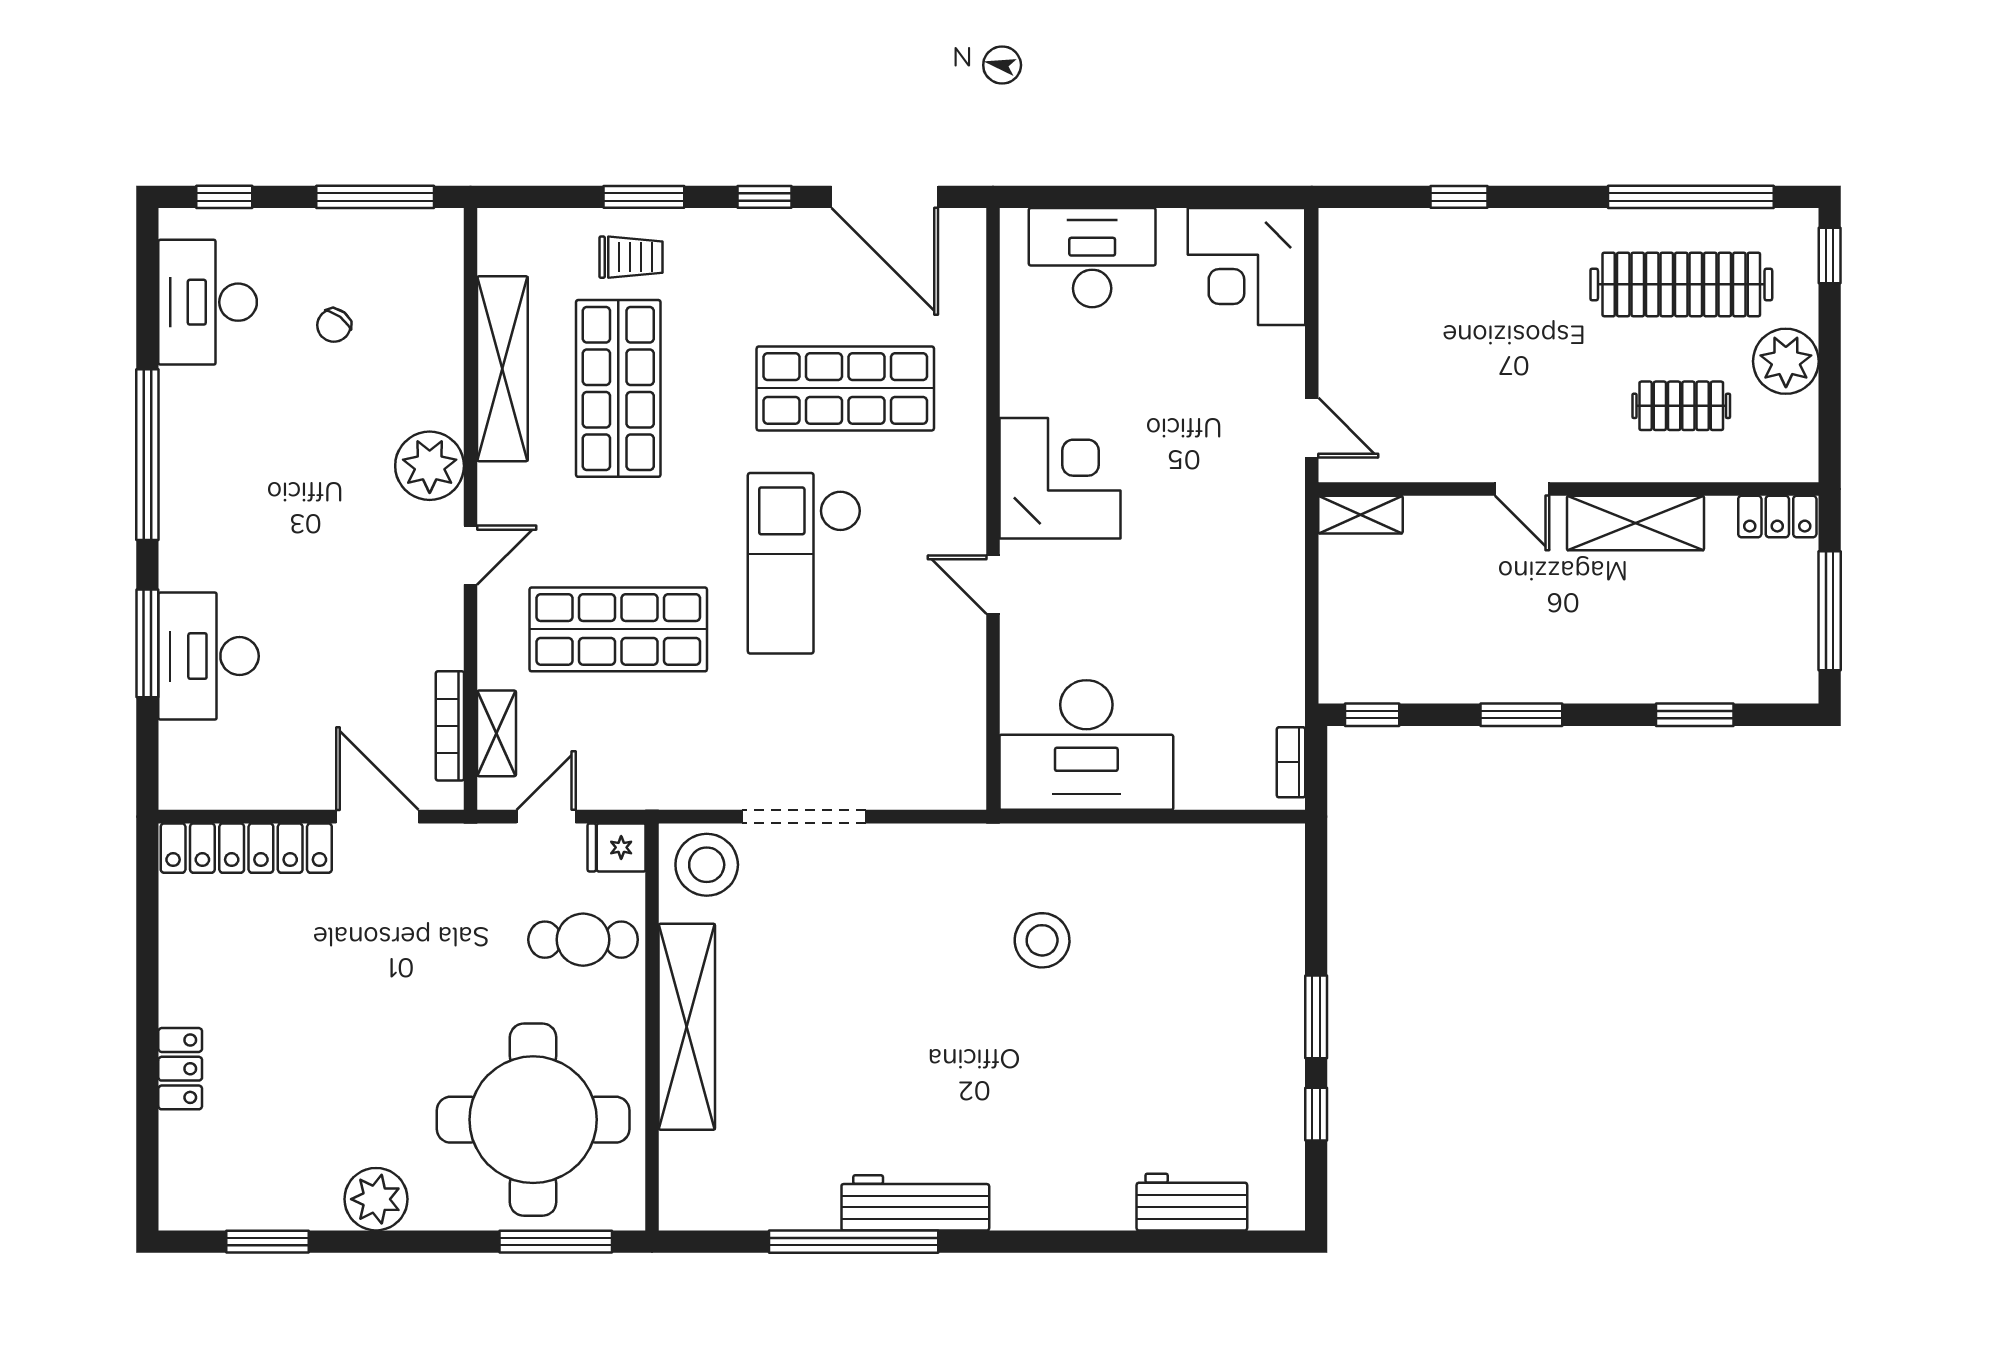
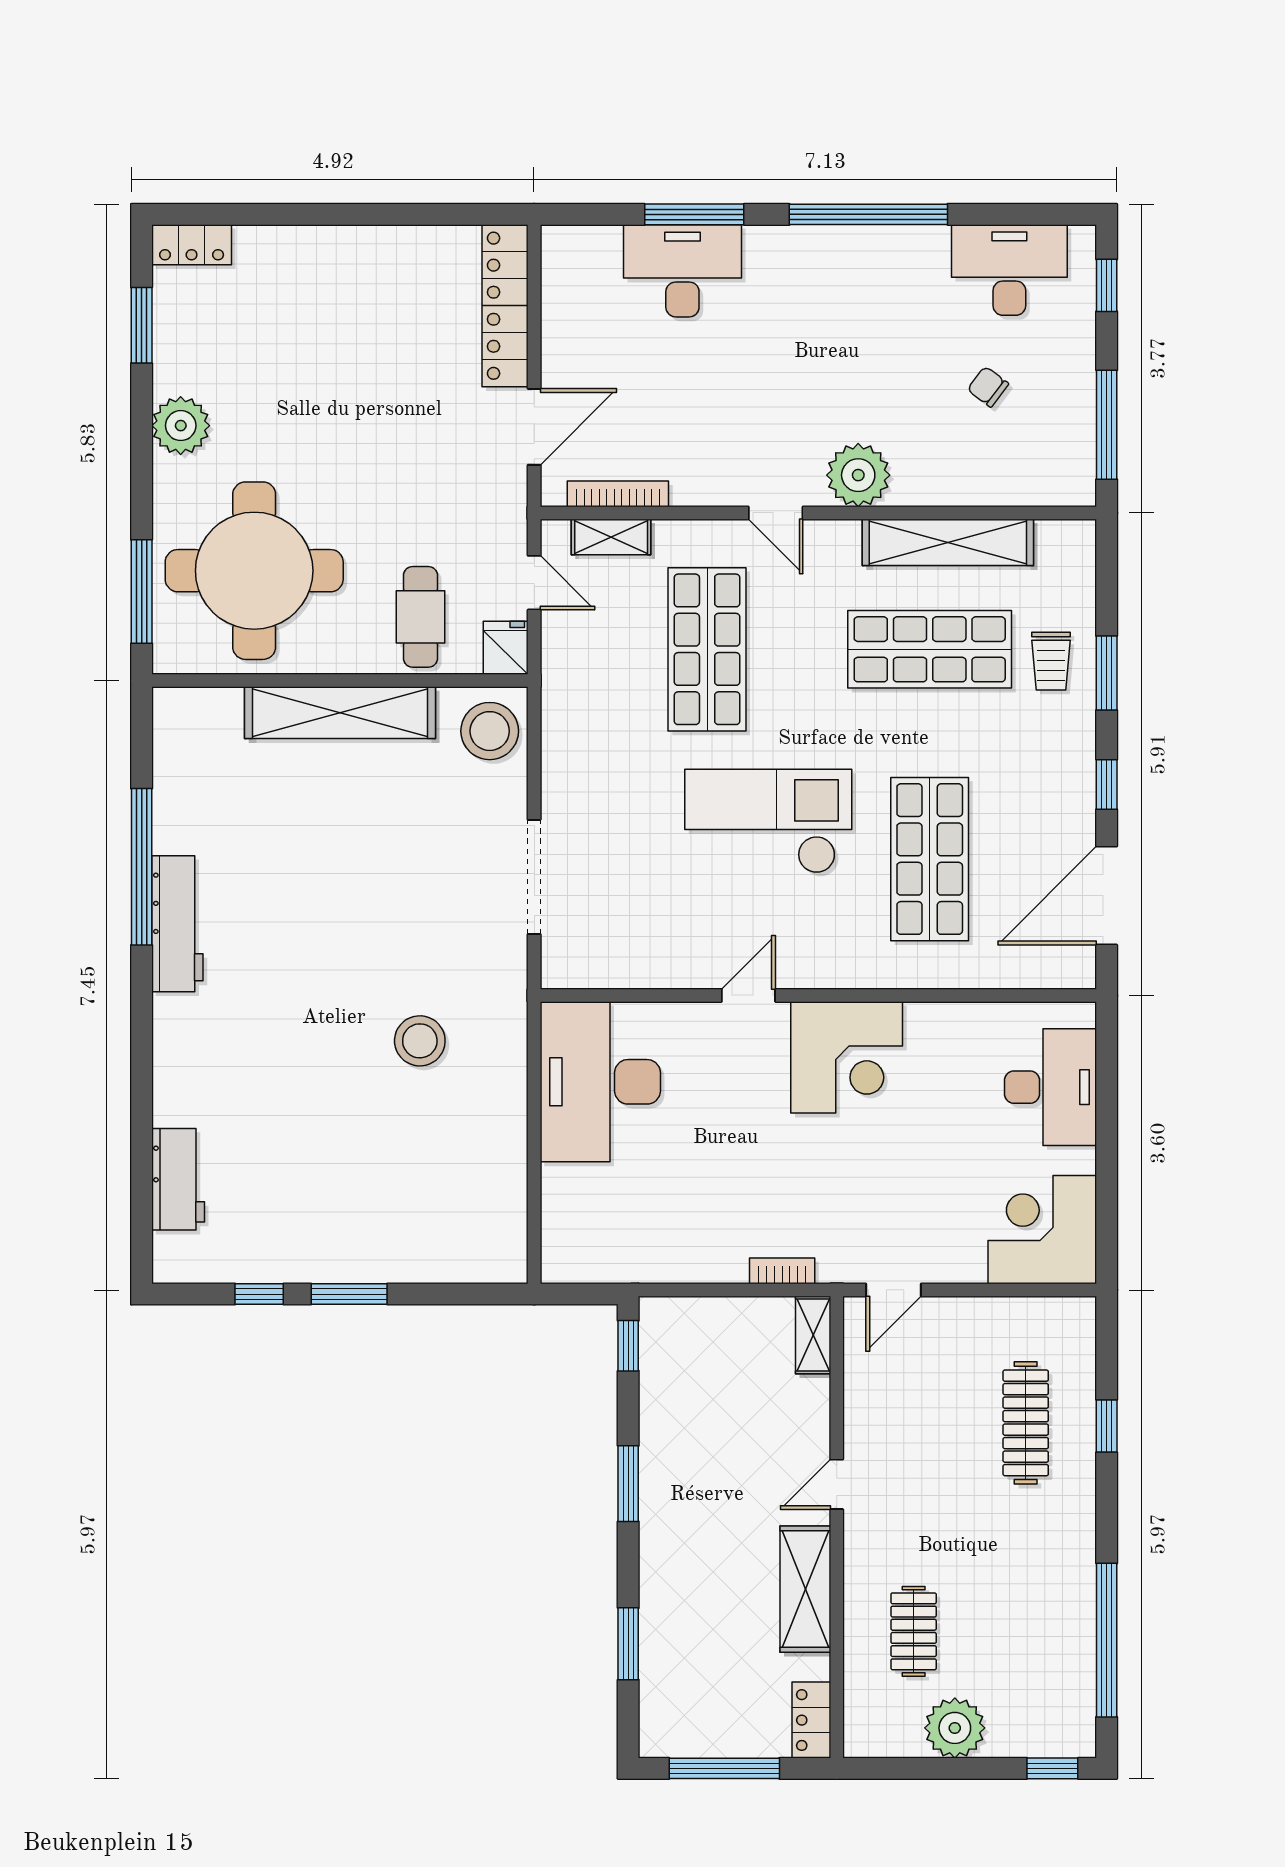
clothes rail: (1681, 284) -> (1026, 1423), moved, width x0.73, depth x0.76
bookcase: (1291, 762) -> (782, 1271), moved
doorway: (804, 817) -> (534, 877), moved
locker: (180, 1069) -> (192, 245), moved

